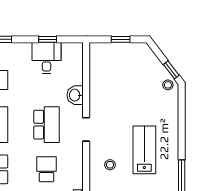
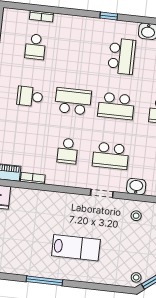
stool: (110, 165) -> (136, 216), moved
school desk: (46, 169) -> (68, 151), turned 90

